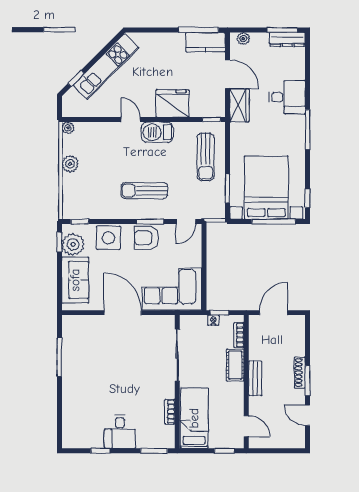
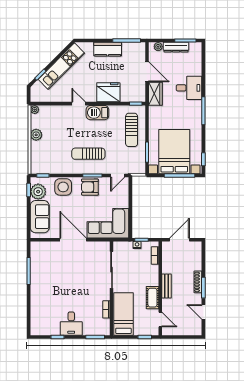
dresser: (287, 39) -> (176, 47), moved
kitchen counter: (205, 42) -> (108, 49), moved
cot: (235, 365) -> (152, 298), moved

